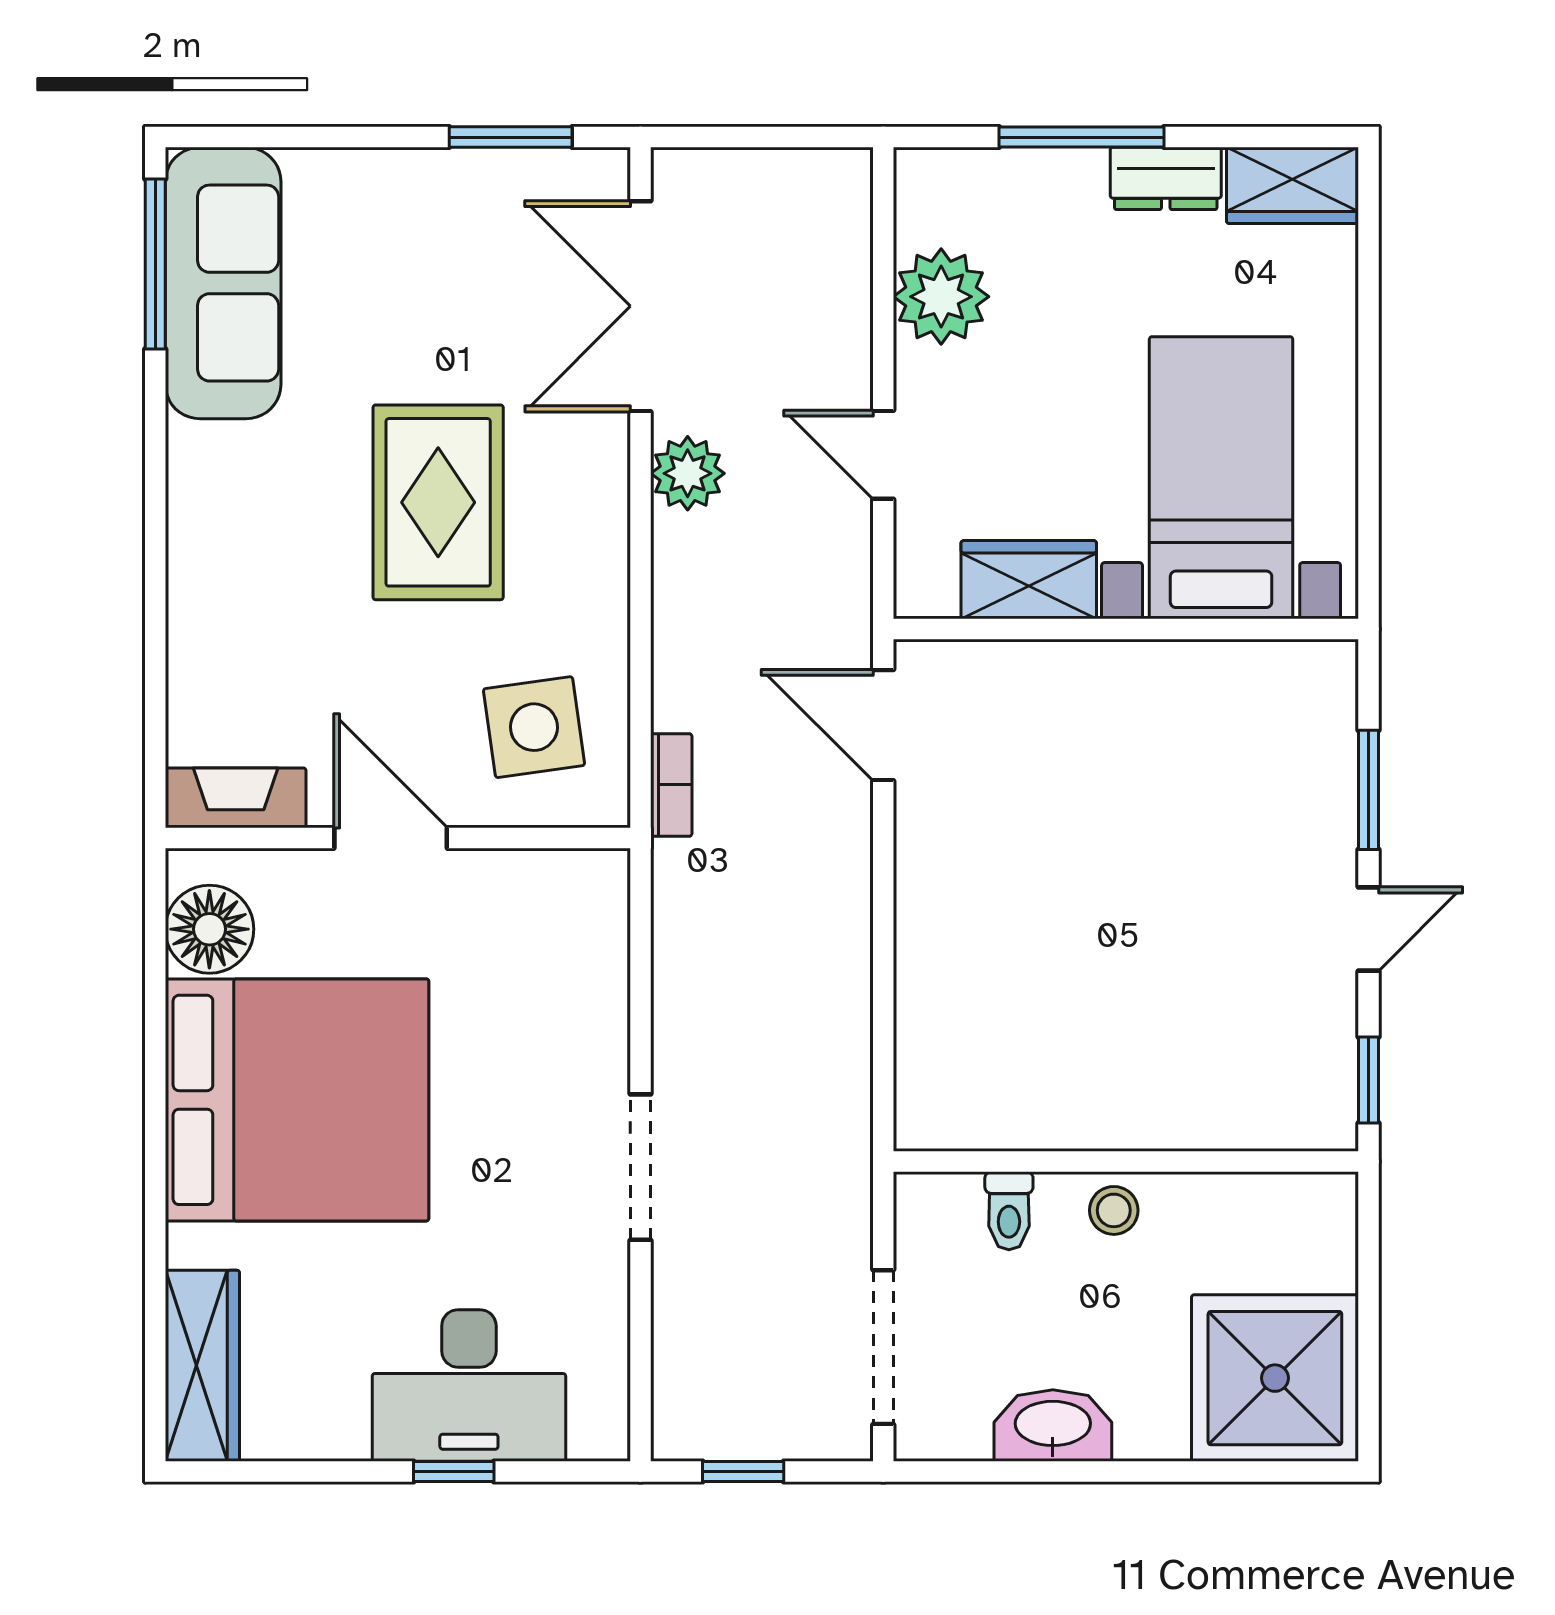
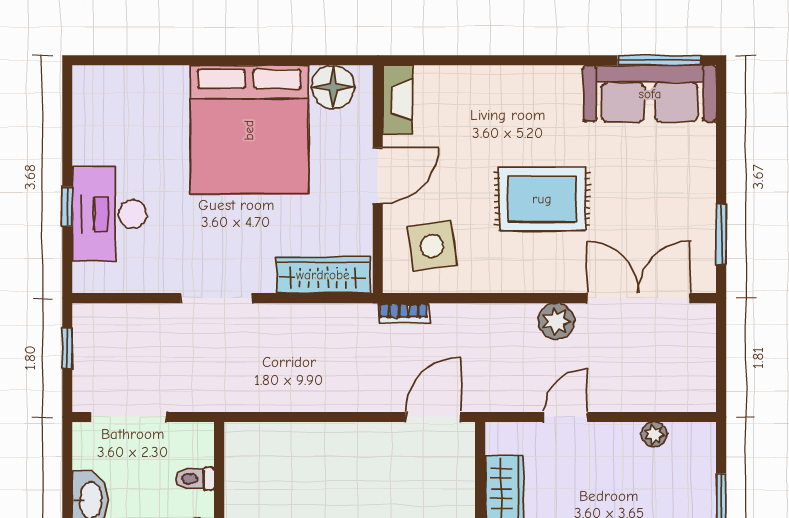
plant: (941, 297) -> (654, 434), width x0.53, depth x0.53
wardrobe: (202, 1366) -> (323, 275), moved, turned 180

